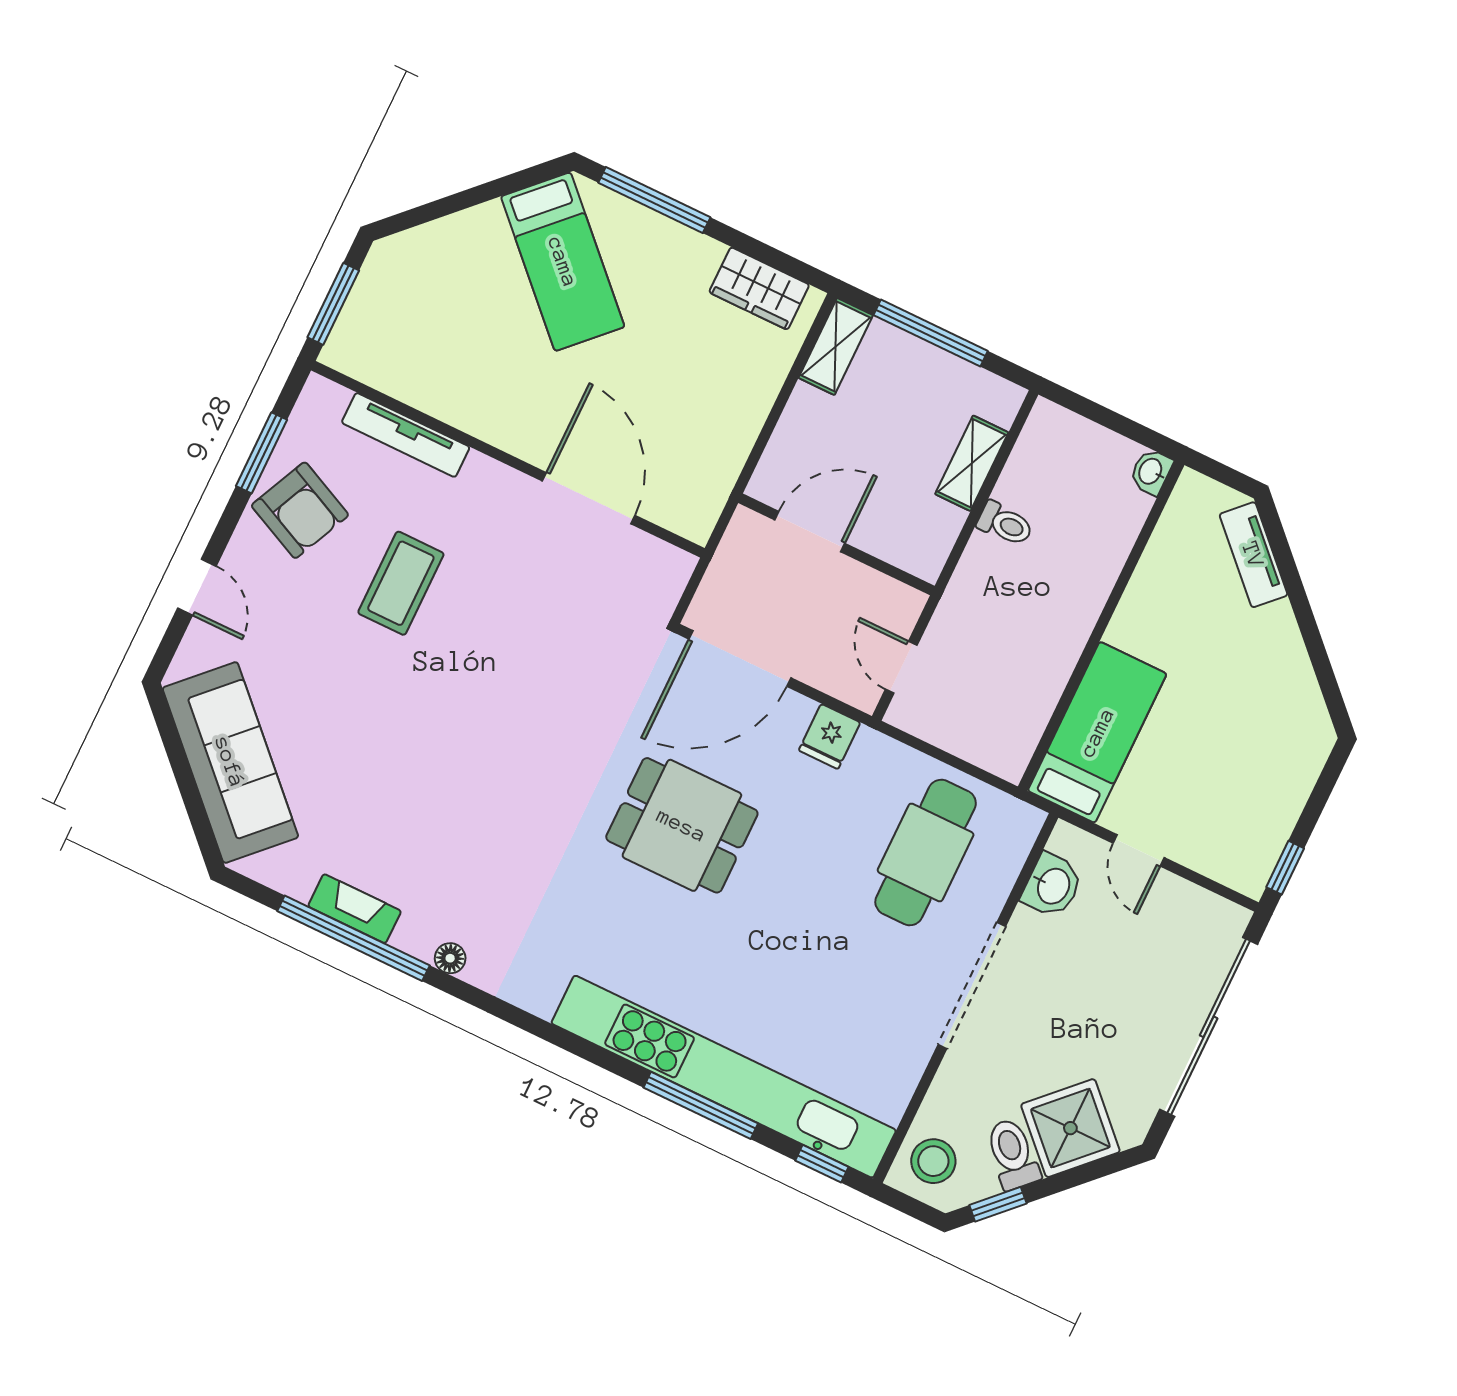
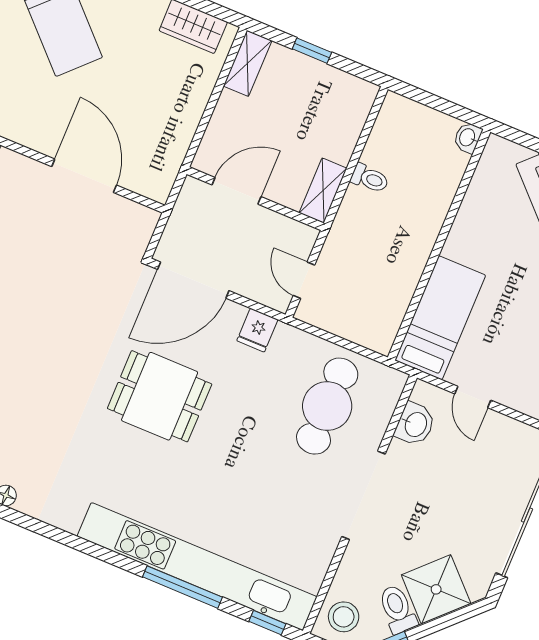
window: (931, 333) -> (312, 51), width x0.46
shelving: (972, 463) -> (323, 191), moved

